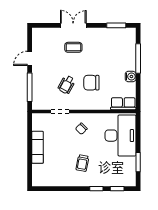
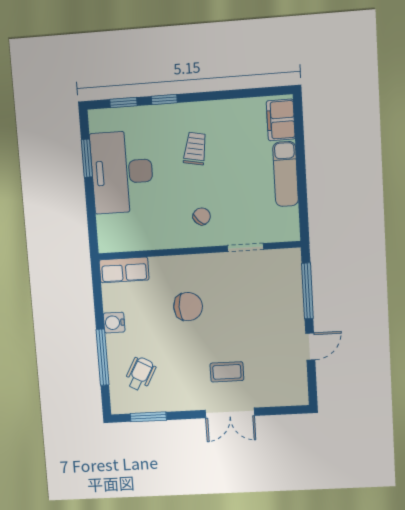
wheelchair: (67, 85) -> (140, 374), moved
desk: (121, 136) -> (122, 172), moved
filing cabinet: (39, 174) -> (281, 120), added

